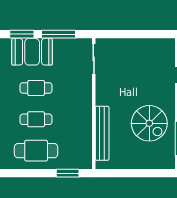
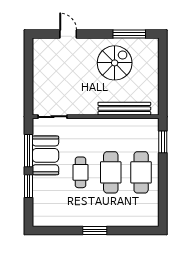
booth: (32, 52) -> (45, 155), moved
cafe table: (36, 119) -> (111, 172), width x1.37, depth x1.35

